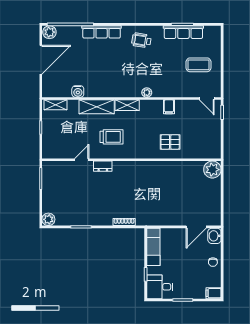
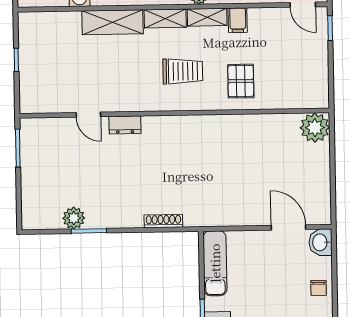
shelving: (55, 105) -> (207, 17), moved
trolley: (111, 137) -> (183, 71), moved
pallet: (170, 142) -> (241, 81), turned 90
door: (82, 160) -> (88, 115), swing flipped
plant: (48, 219) -> (74, 218), moved
door: (196, 227) -> (289, 227), swing flipped

